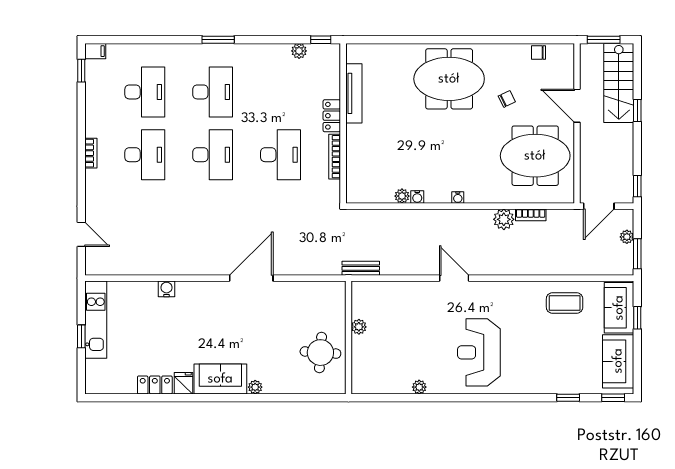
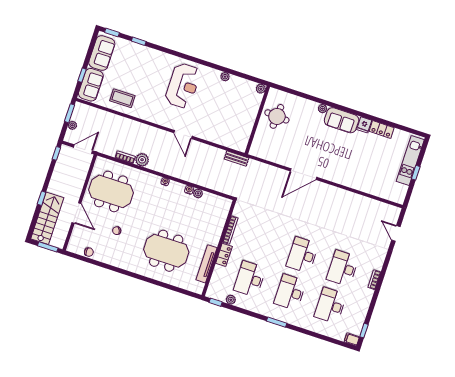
meeting table: (449, 79) -> (166, 251), moved
desk: (281, 155) -> (250, 279), moved
water cooler: (167, 289) -> (356, 184), removed
kitchen unit: (96, 320) -> (410, 160), moved
plant: (359, 327) -> (261, 89), moved

